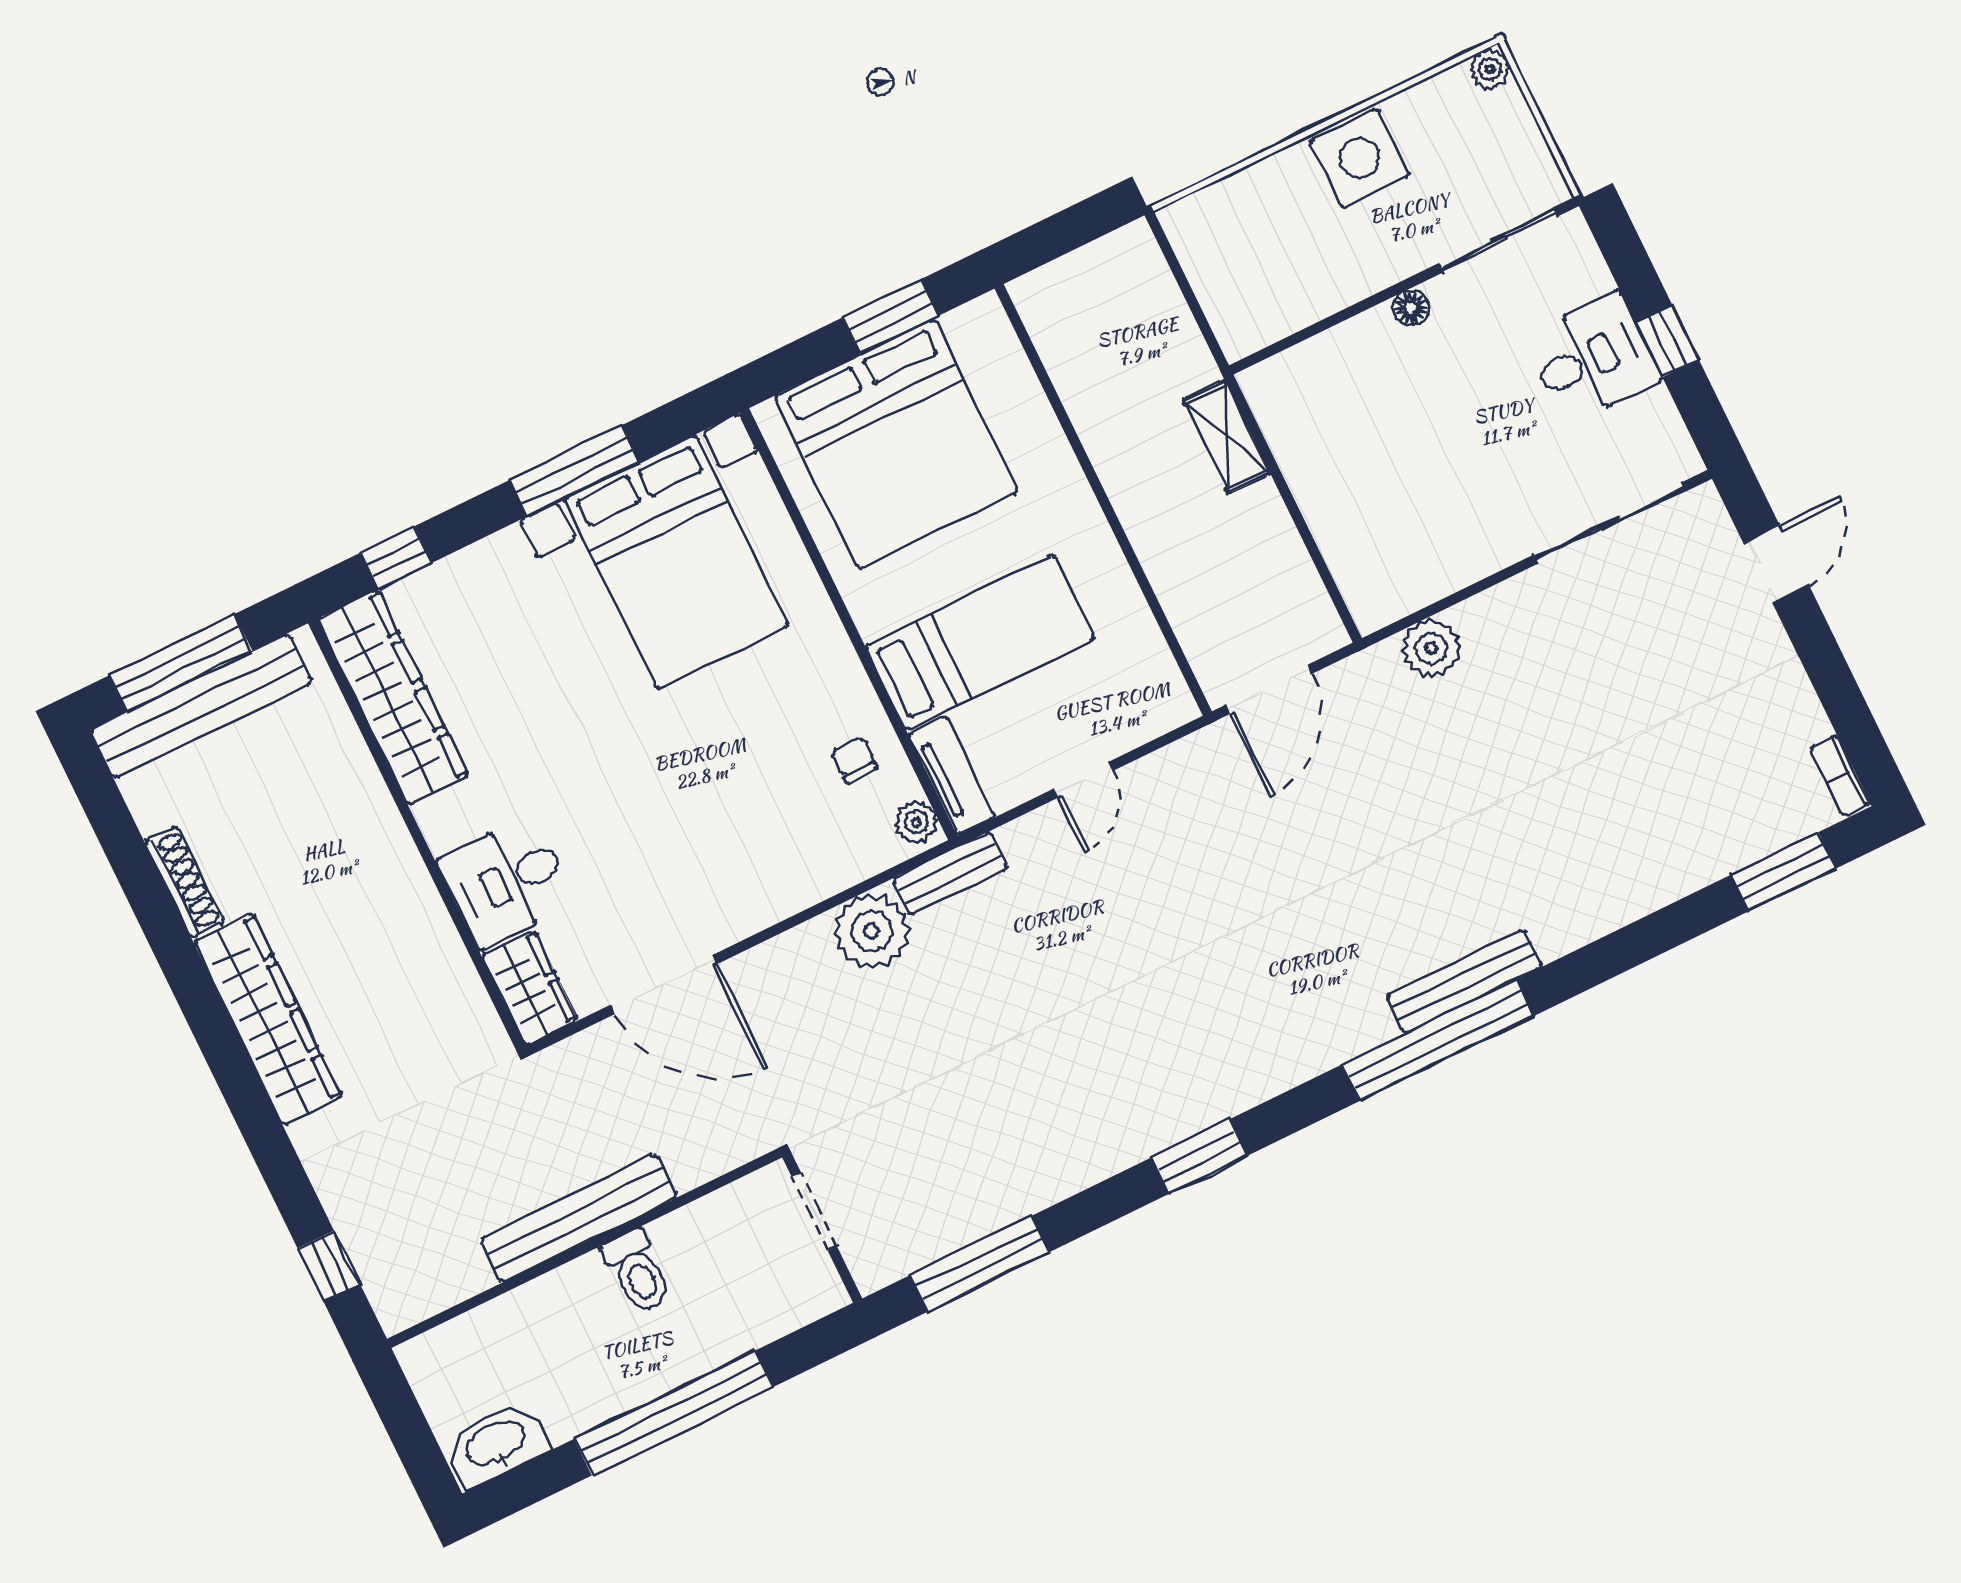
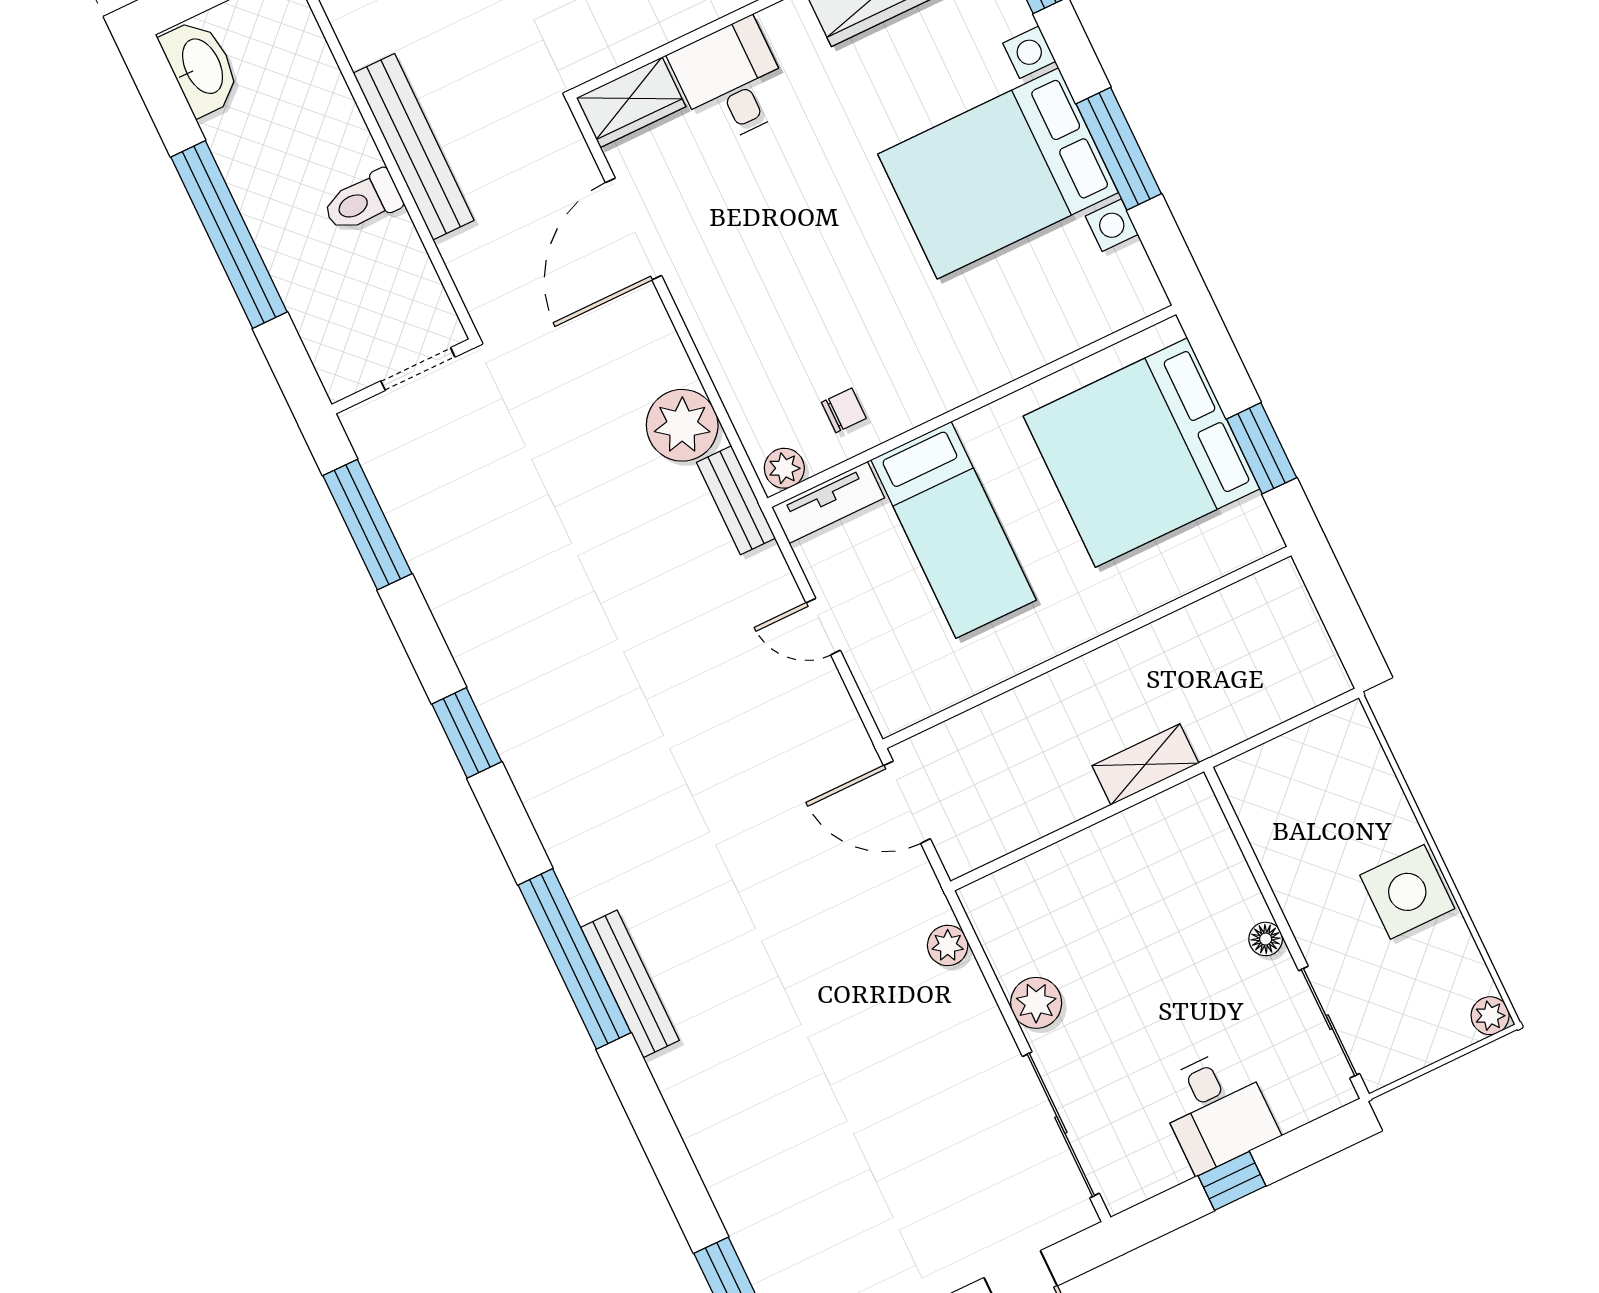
plant: (1480, 550) -> (1036, 1003), added
bed with nightstands: (676, 562) -> (998, 173), moved
plant: (1431, 649) -> (948, 945), width x0.73, depth x0.73

